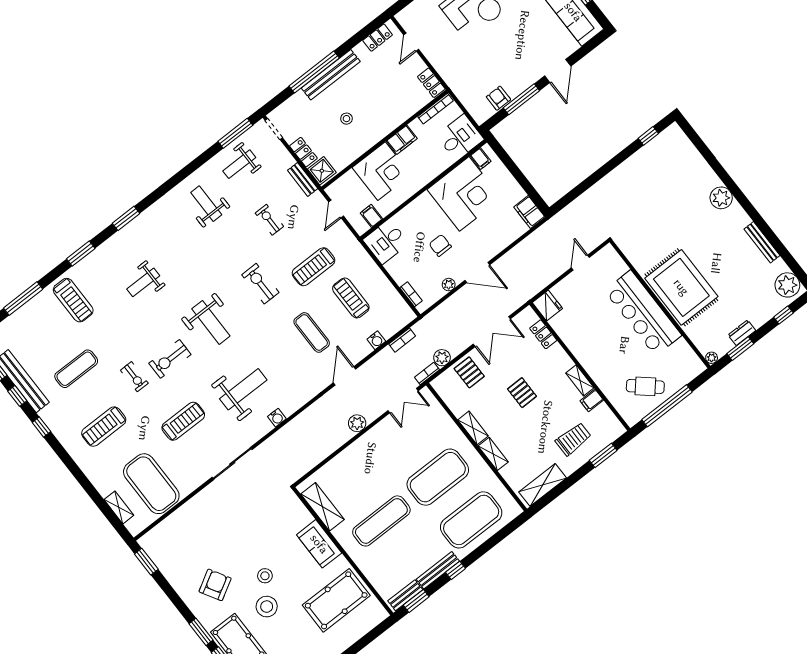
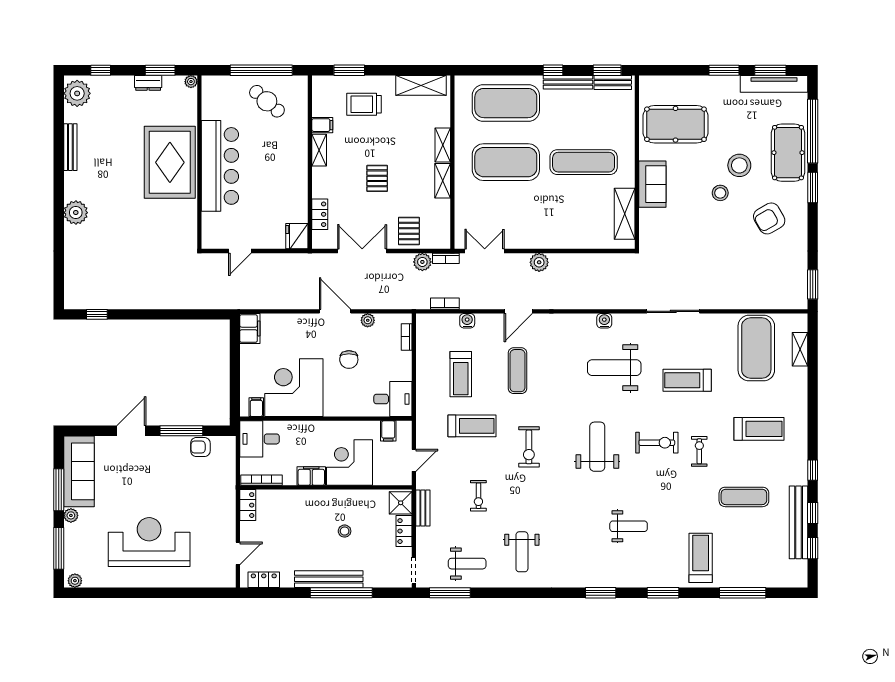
armchair: (498, 98) -> (200, 447), turned 90

